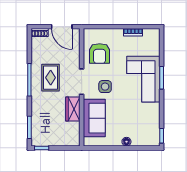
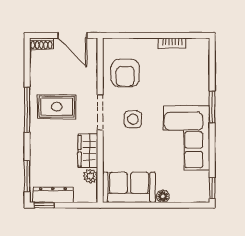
rug: (51, 78) -> (57, 107), turned 90
corner sofa: (143, 79) -> (187, 138), moved
sofa: (94, 118) -> (129, 187), moved, turned -90
plant: (75, 127) -> (90, 176), added
dresser: (48, 141) -> (53, 195), added

